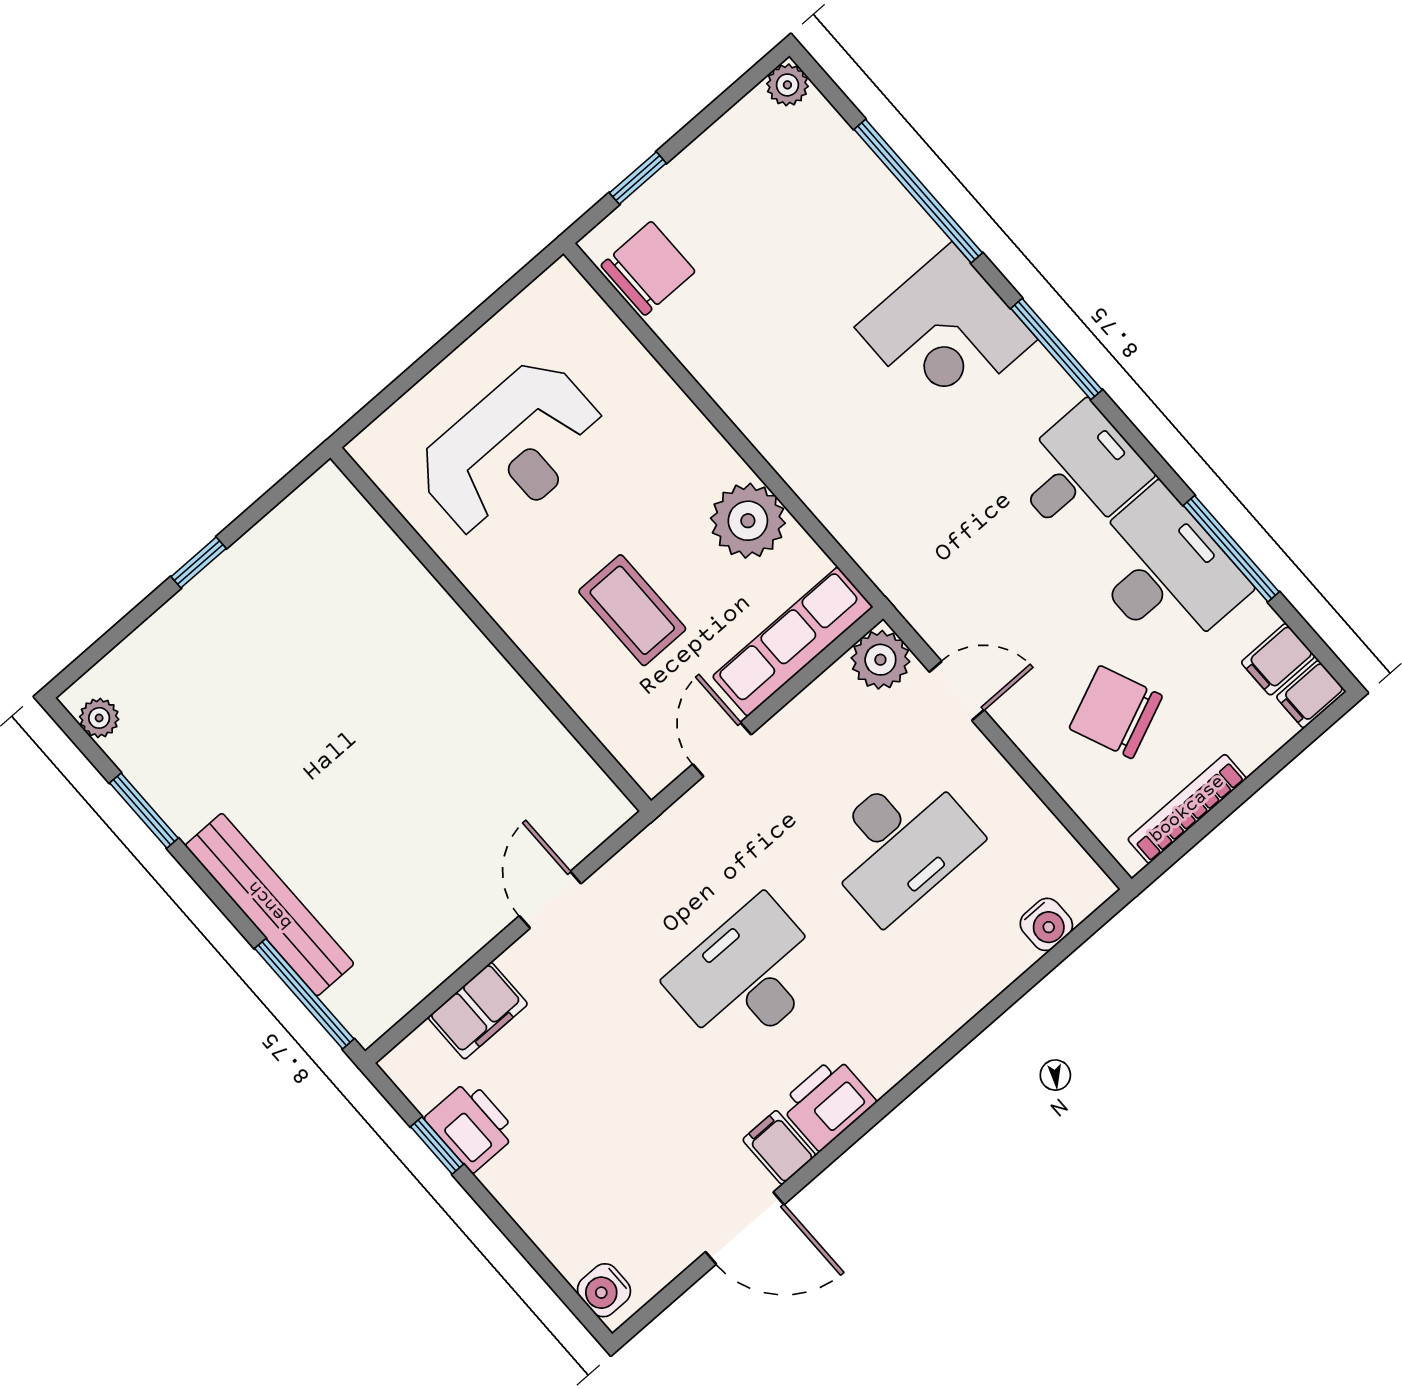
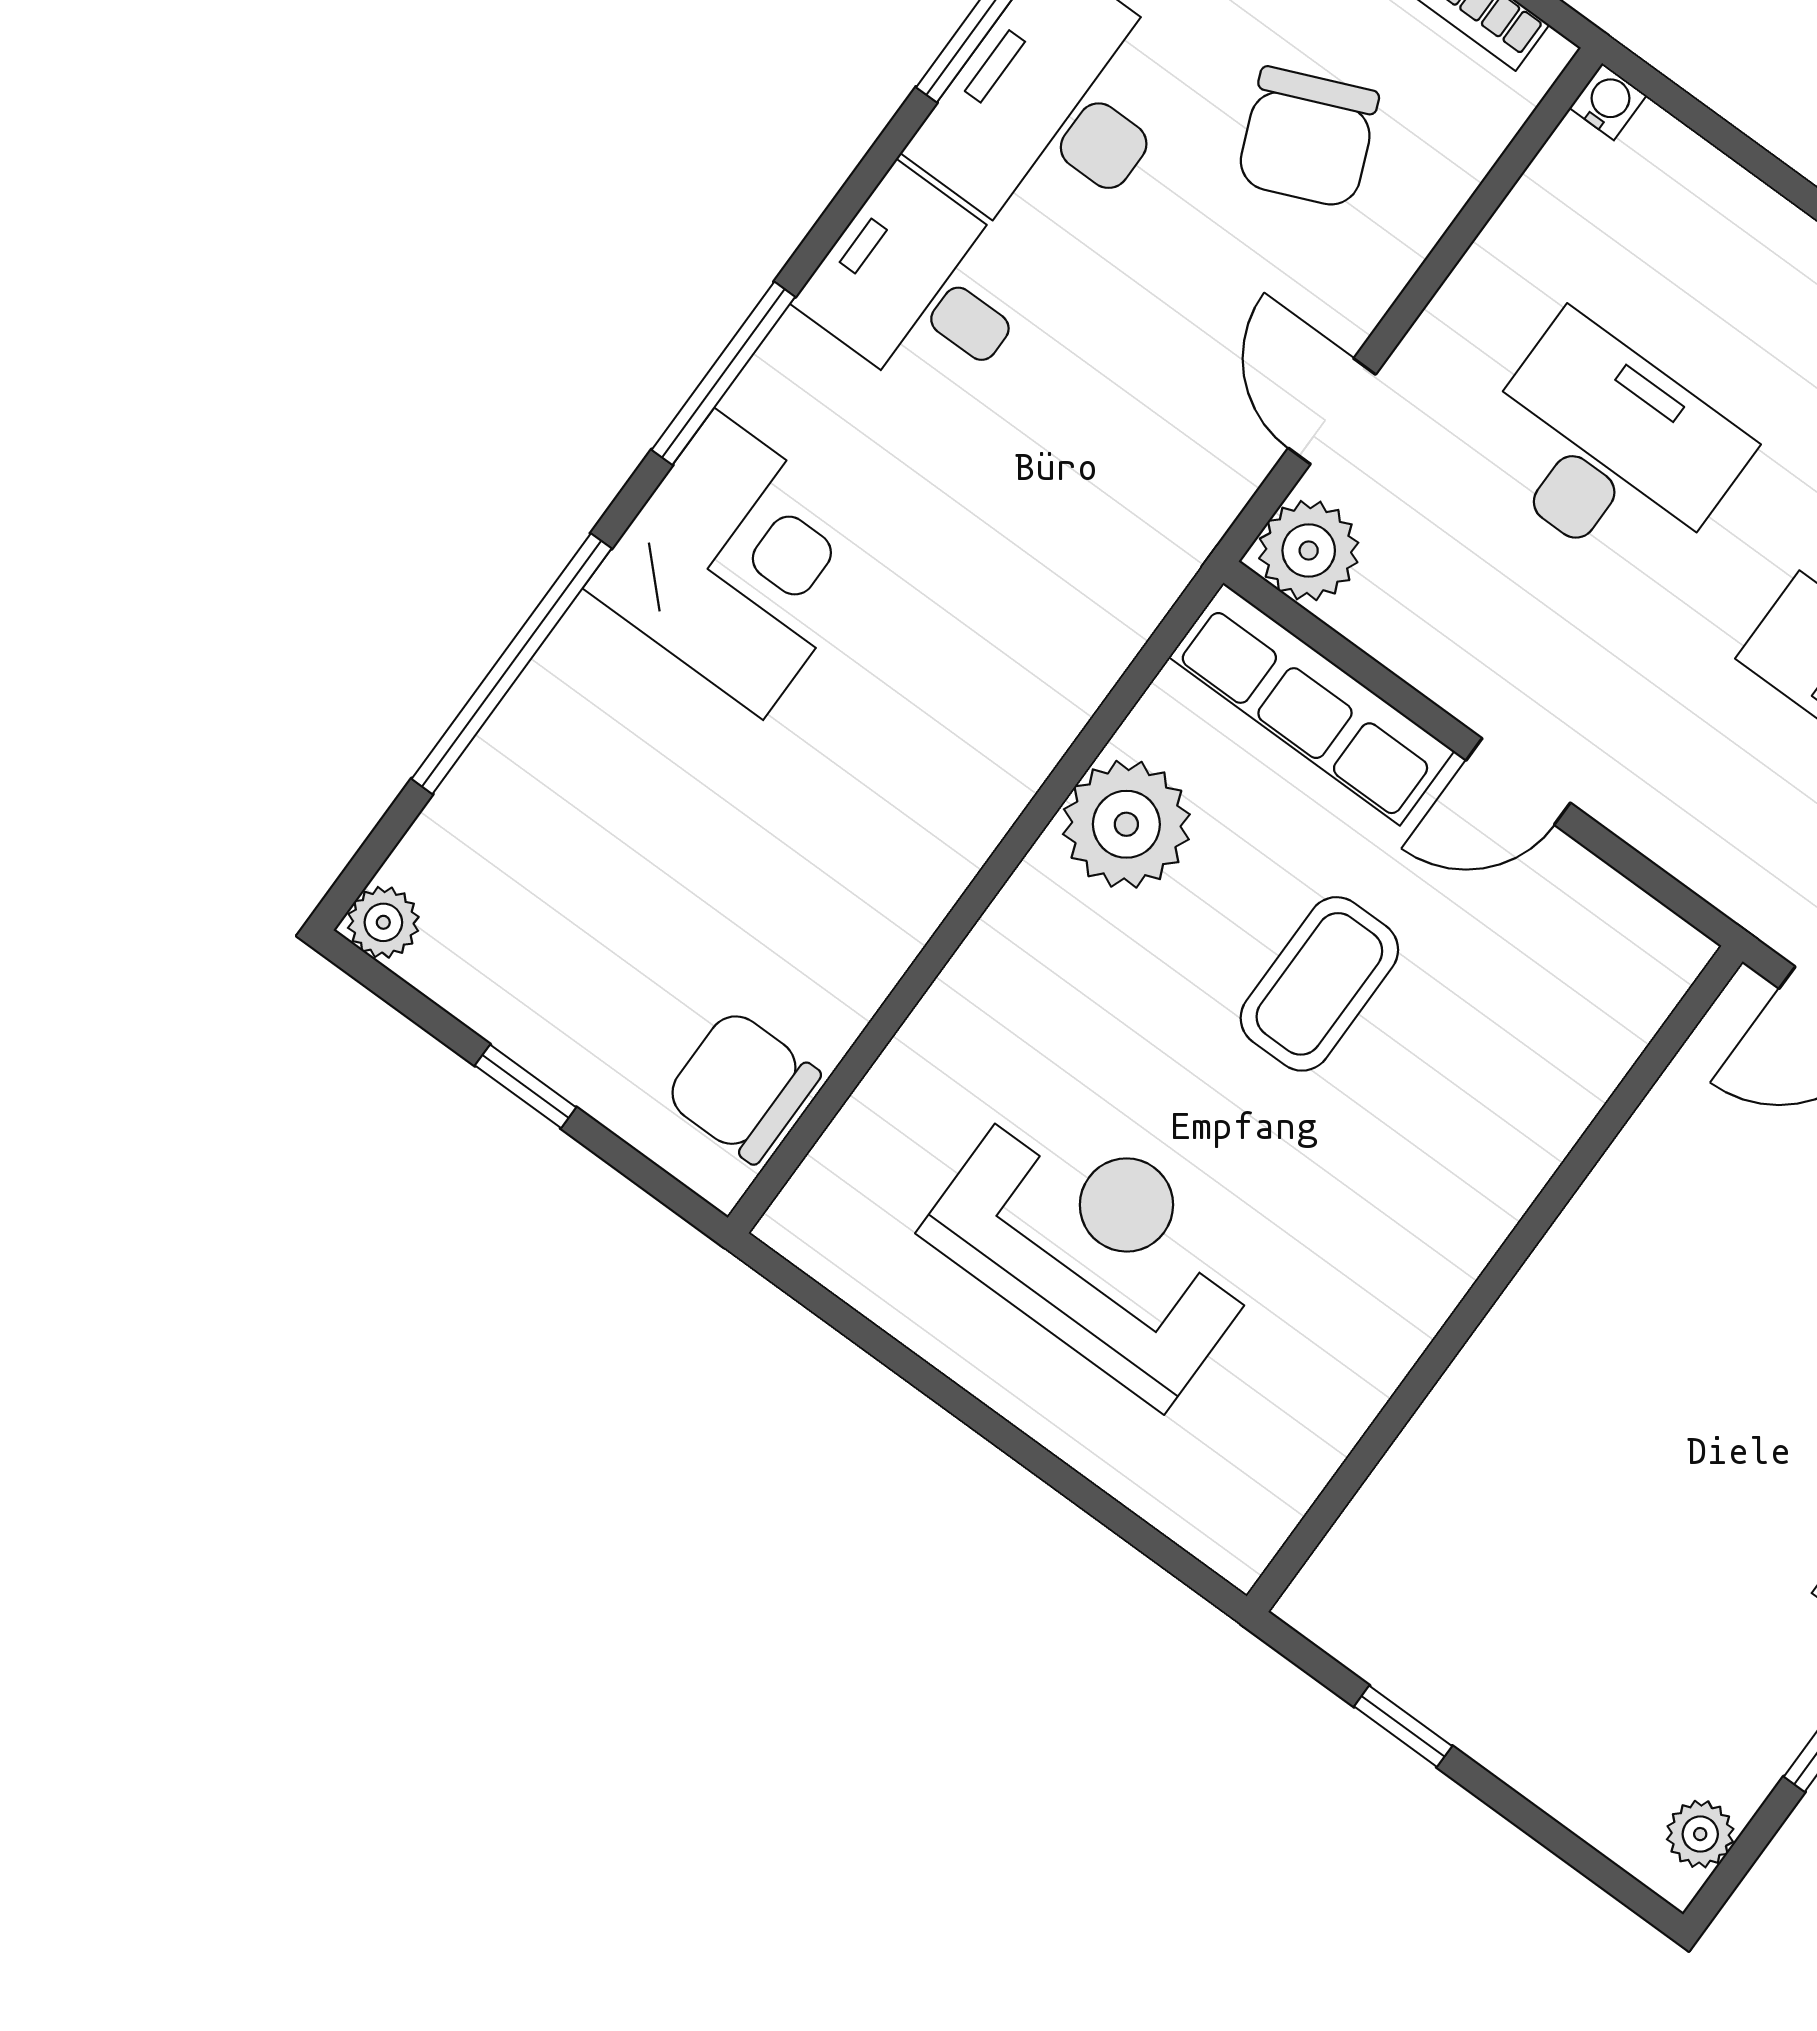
window: (638, 178) -> (526, 1086), moved
wall: (491, 629) -> (1495, 1279), moved
water cooler: (1046, 924) -> (1608, 102), moved, width x0.72, depth x0.72

